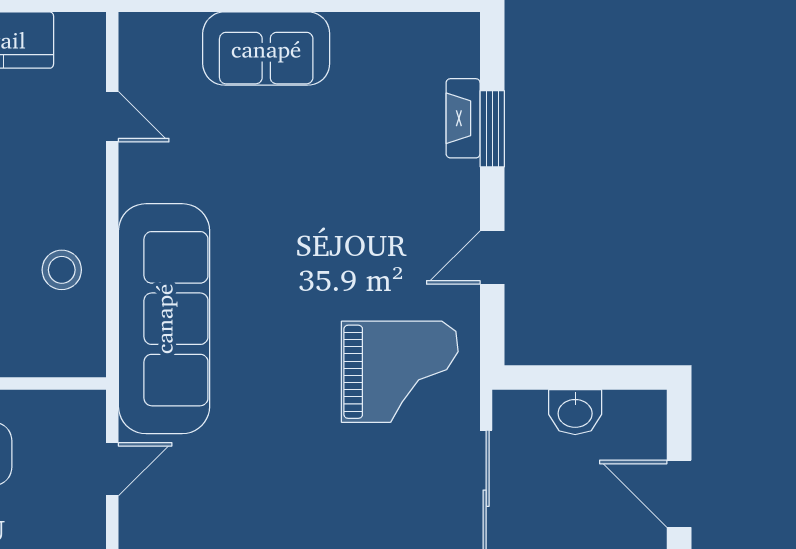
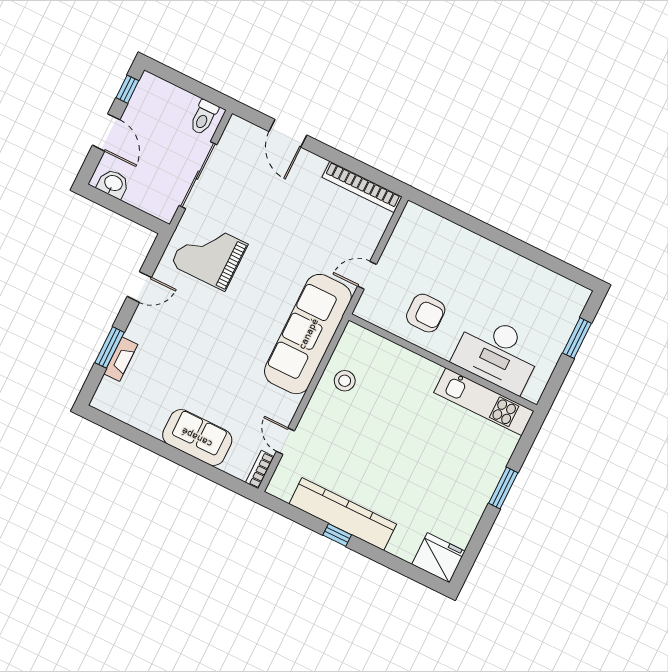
bookcase: (132, 46) -> (260, 470), added
washbasin: (575, 412) -> (113, 184), moved

